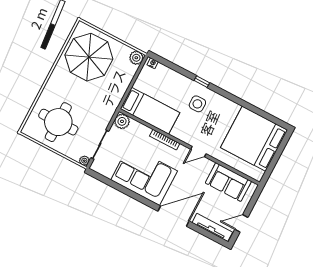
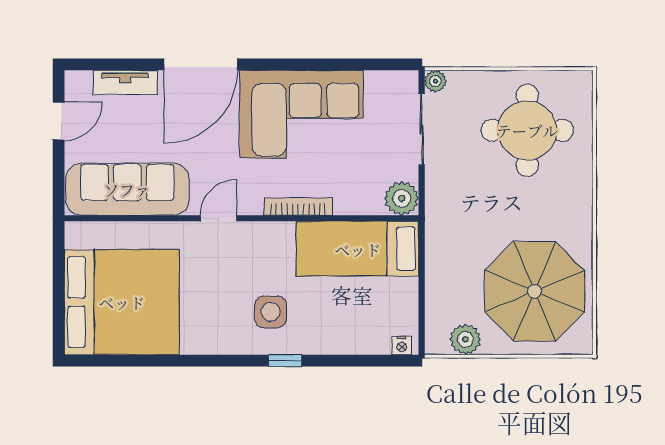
plant: (136, 58) -> (465, 339), moved
sofa: (228, 182) -> (127, 189), width x1.36
tv unit: (212, 227) -> (125, 82), width x0.71

